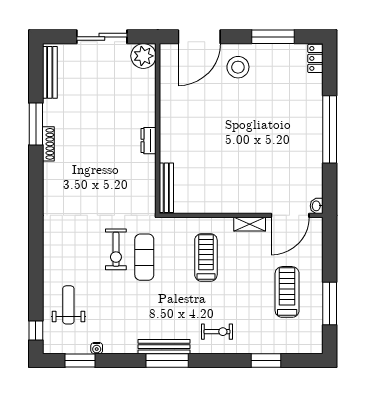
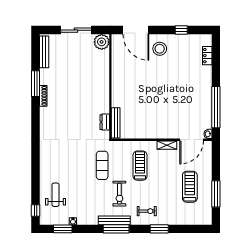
door: (199, 37) -> (136, 30), hinge flipped
window: (273, 37) -> (181, 30), width x0.46
locker: (315, 58) -> (207, 56), moved
window: (330, 129) -> (216, 107), moved
dresser: (149, 141) -> (105, 122), moved
exercise bike: (116, 249) -> (119, 194), moved
window: (266, 361) -> (159, 229), moved

